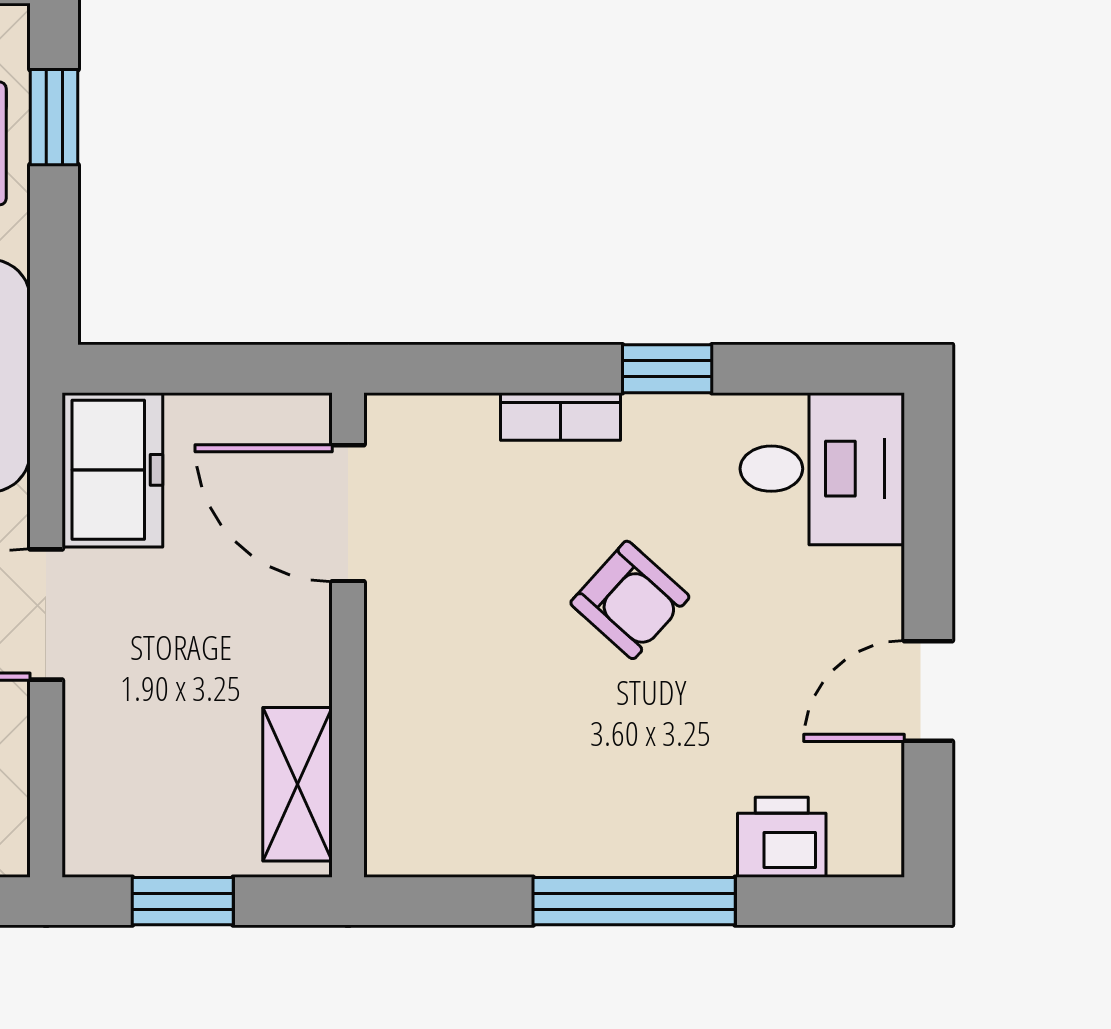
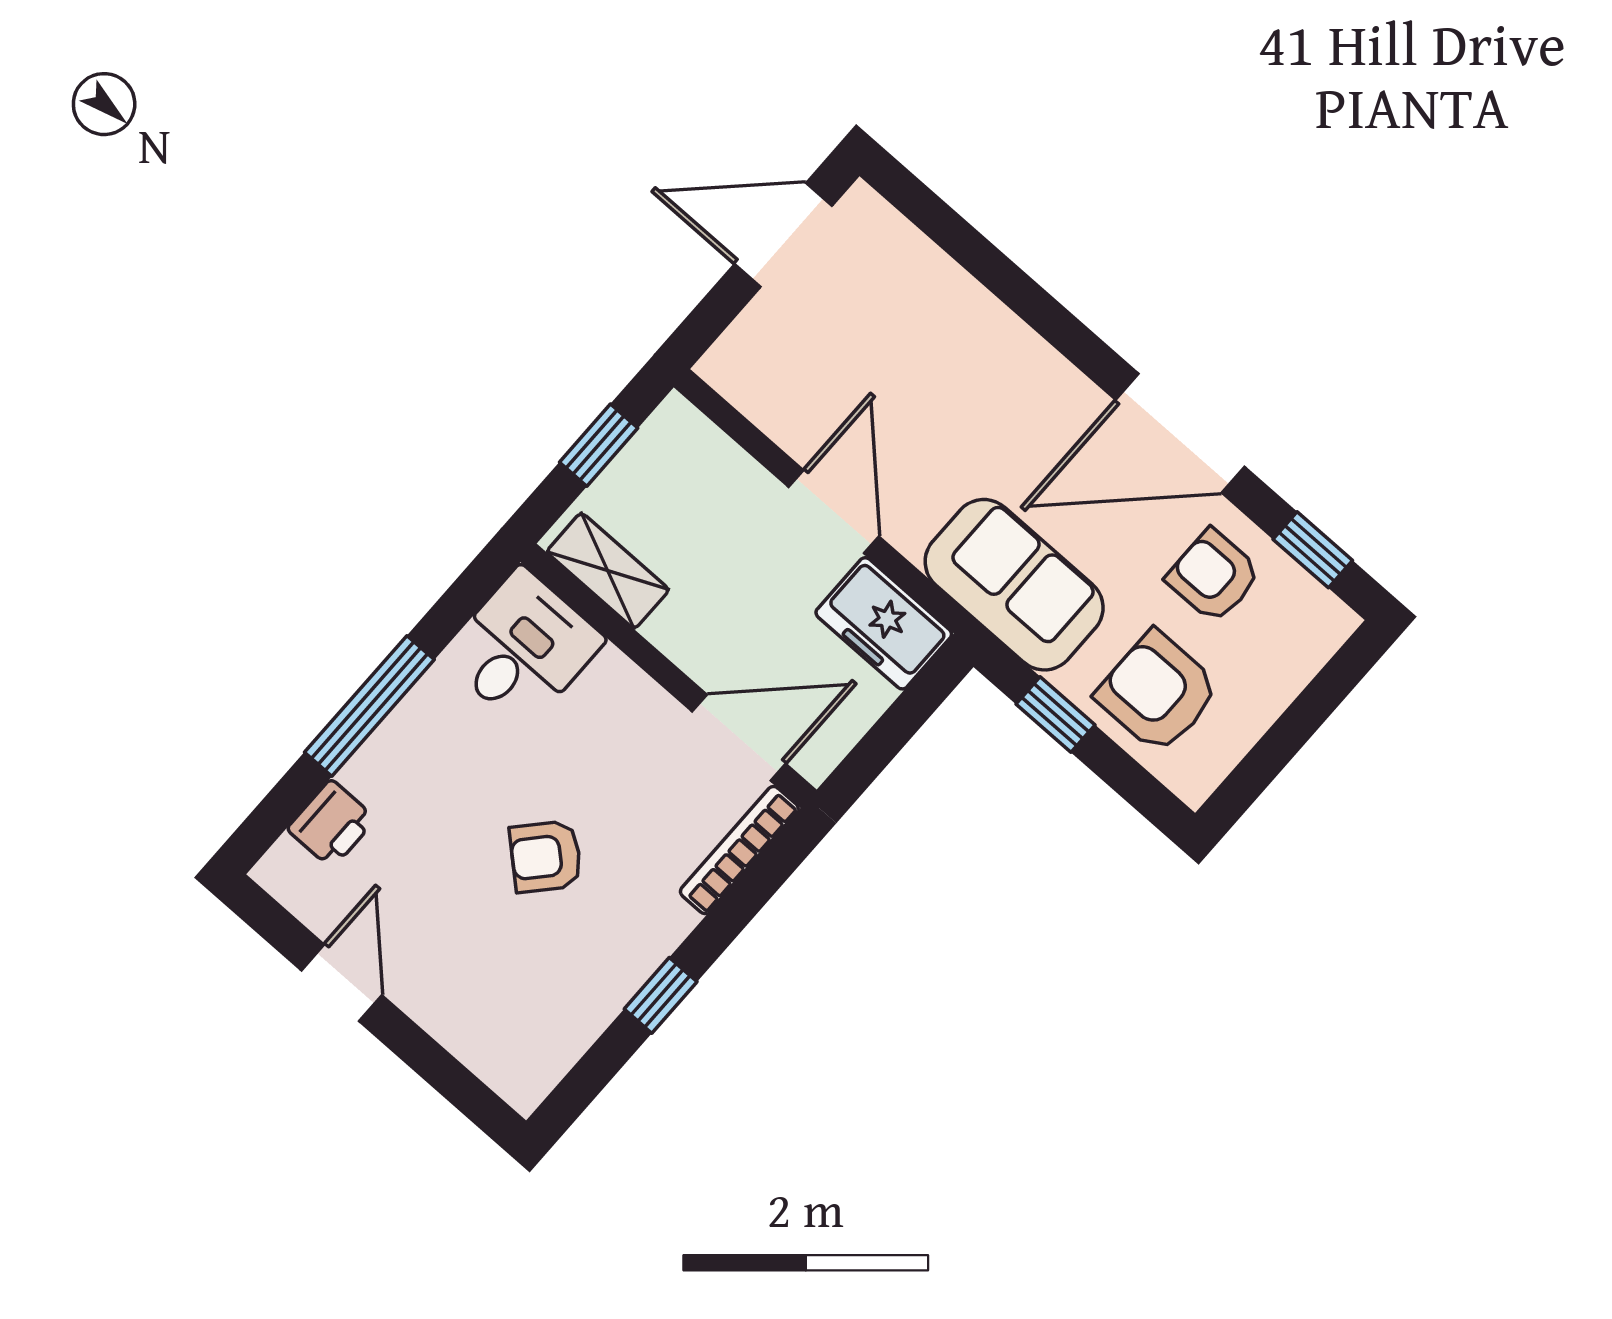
window: (54, 117) -> (1055, 715), moved
bookcase: (561, 416) -> (739, 850), moved, width x1.56
desk: (822, 469) -> (523, 648), moved, turned 180

